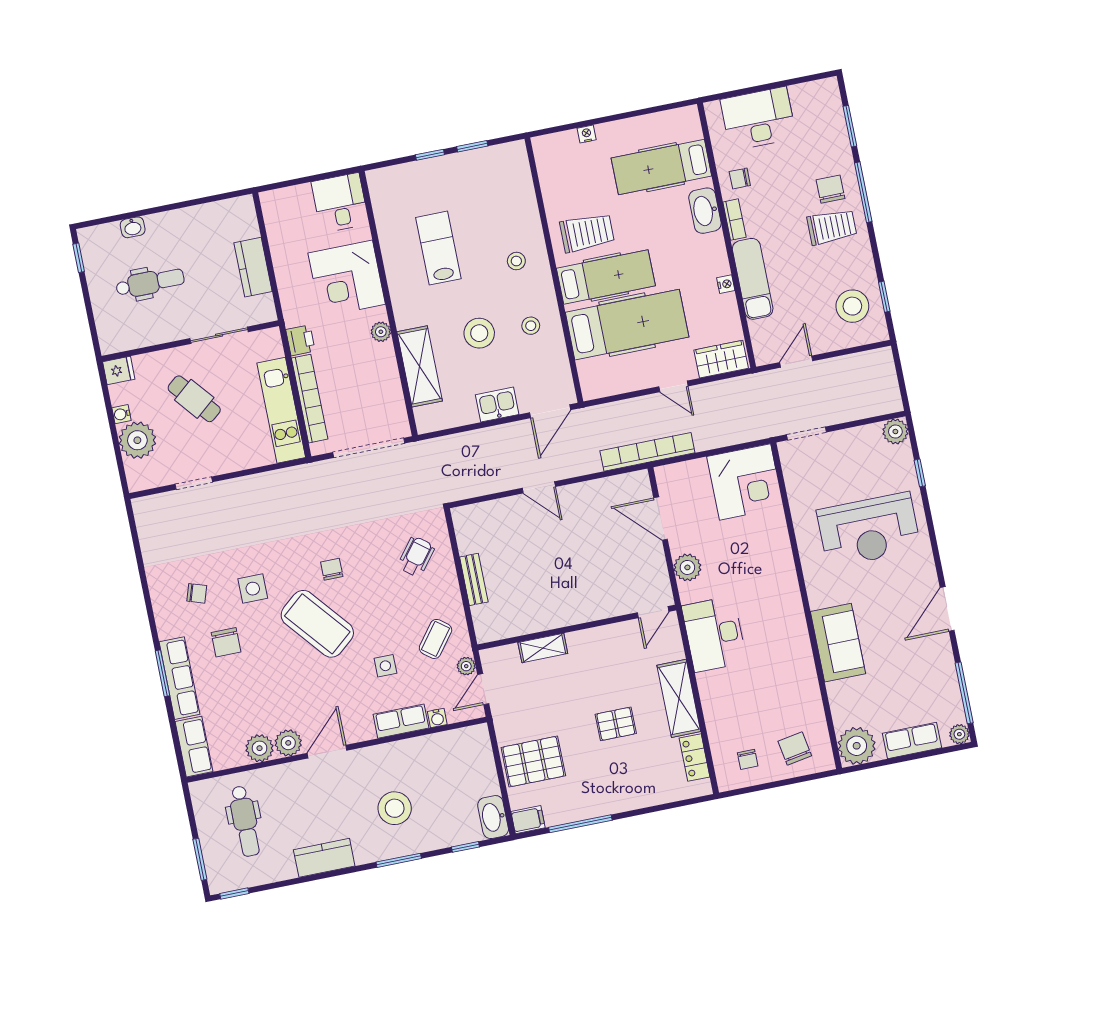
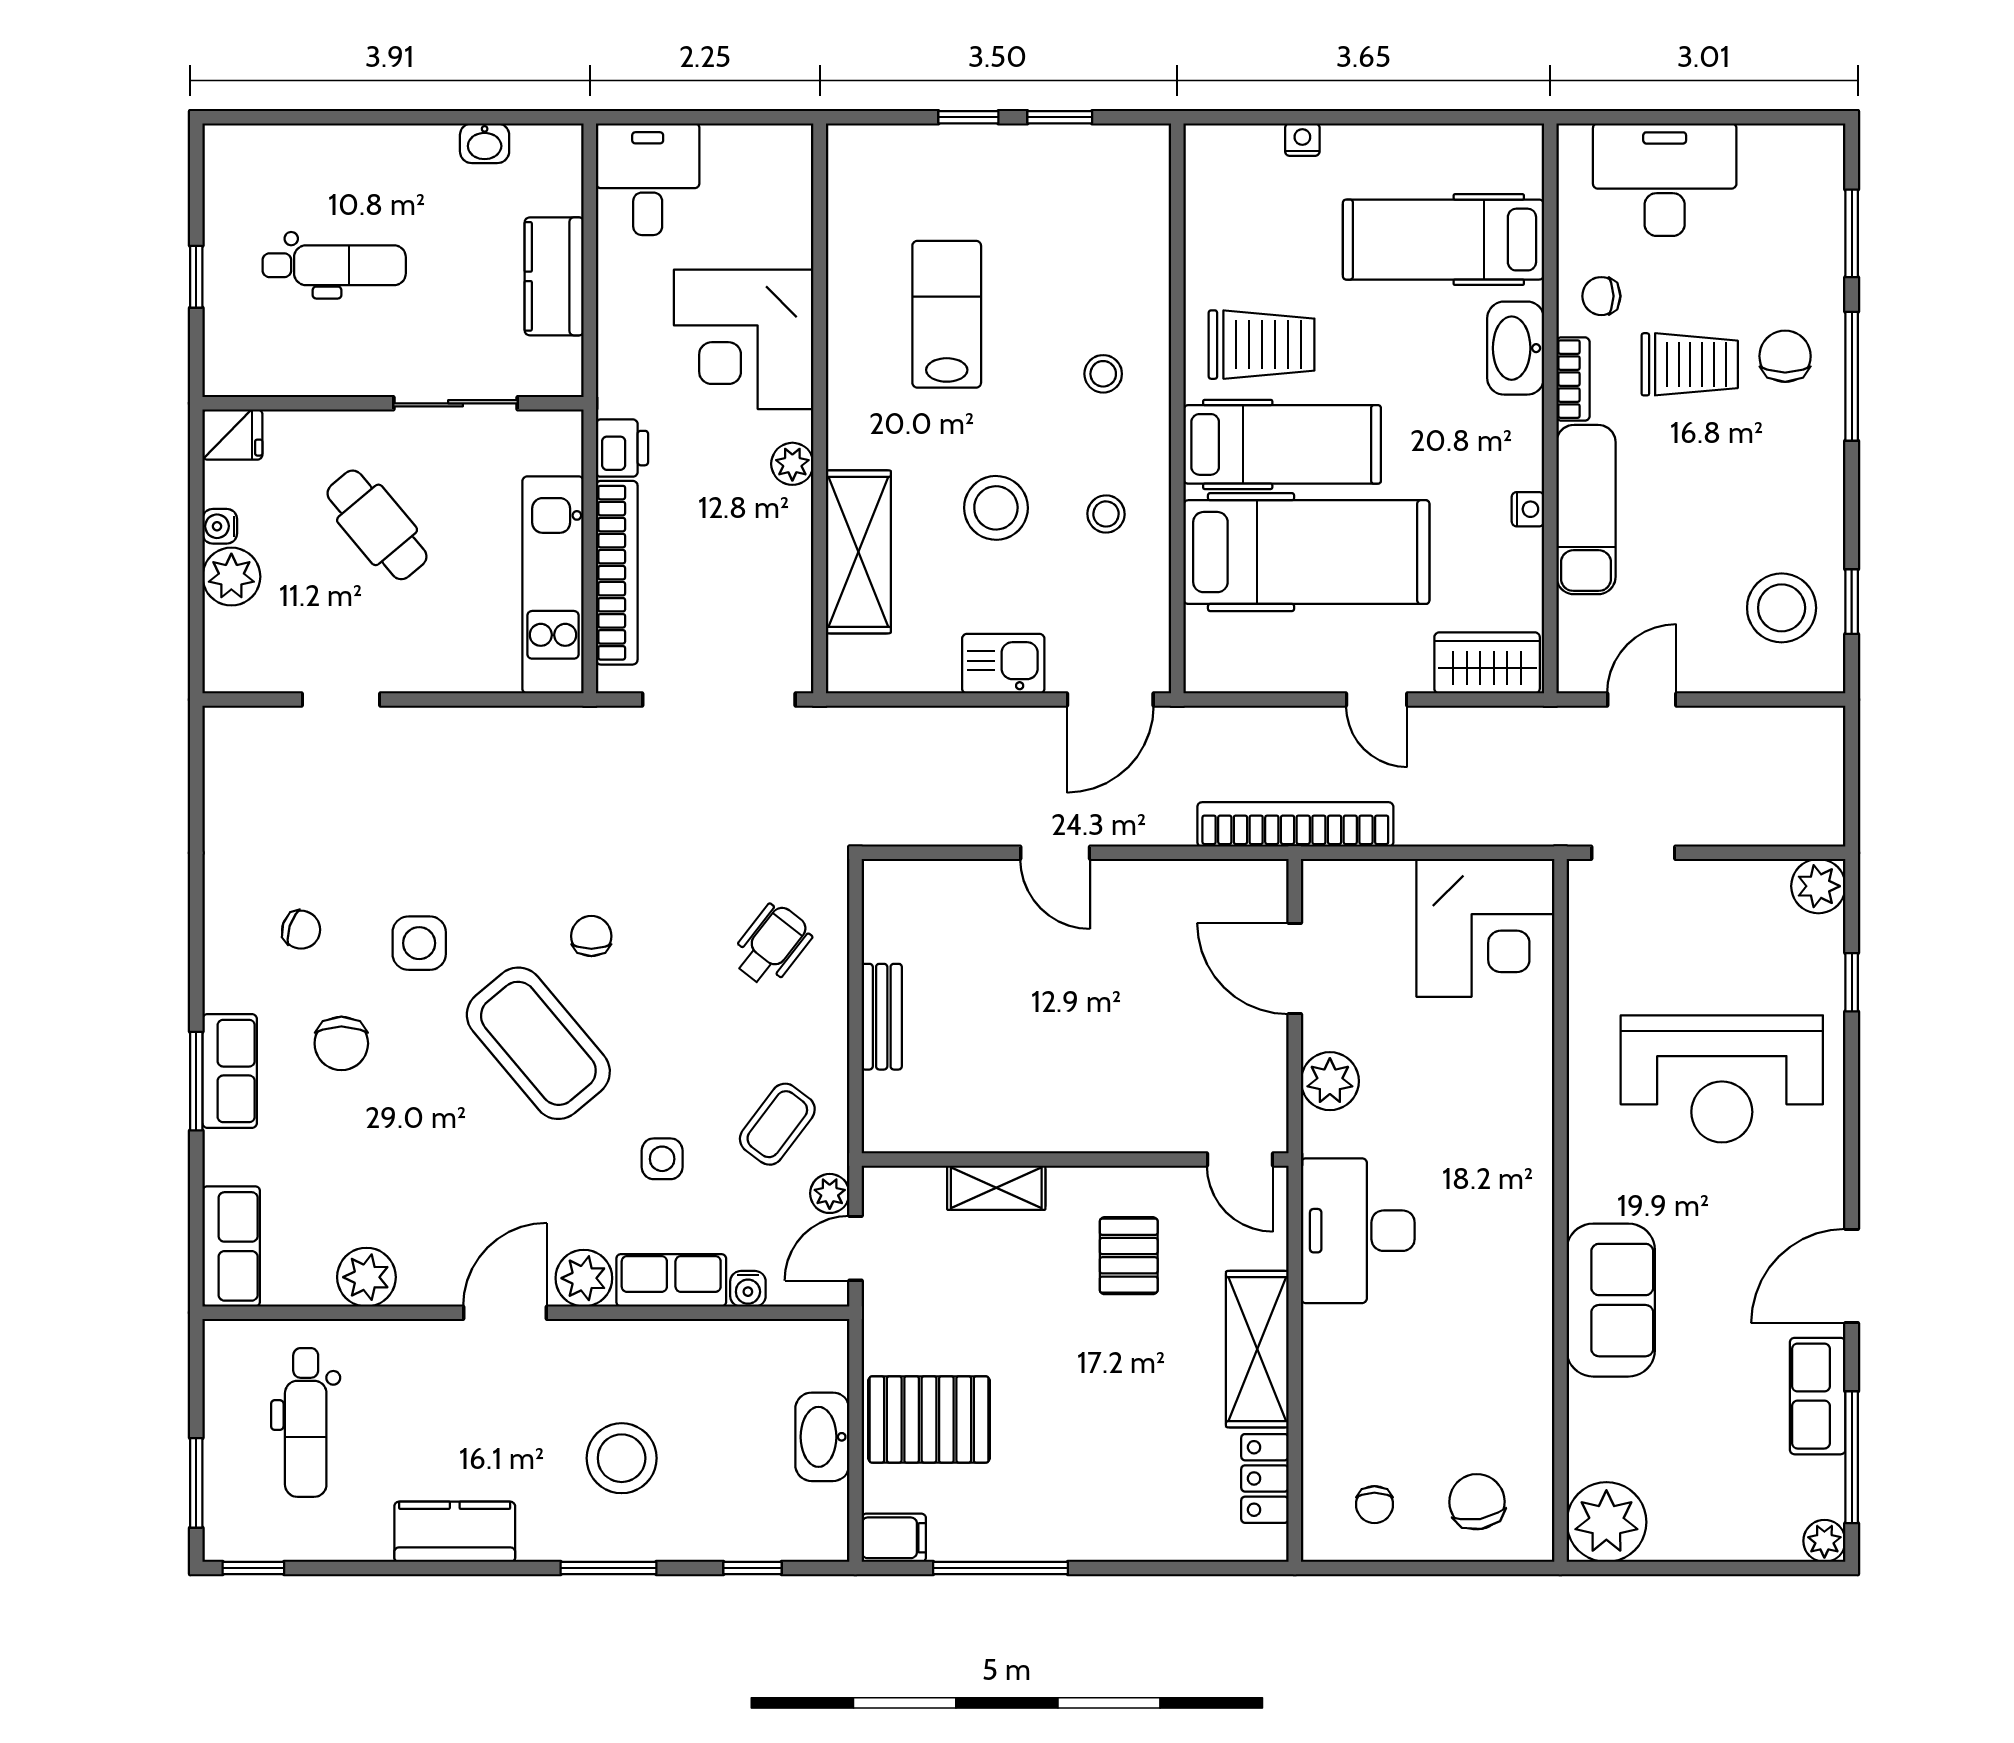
desk: (340, 203) -> (648, 179), moved
washbasin: (133, 227) -> (485, 143), moved
trolley: (832, 227) -> (1690, 364), moved
window: (79, 258) -> (196, 277), moved
plant: (137, 440) -> (231, 577), width x0.73, depth x0.73
door: (653, 612) -> (1240, 1159), hinge flipped
row of seats: (179, 678) -> (230, 1071), width x0.68
pallet: (616, 724) -> (1129, 1256), moved, turned 90
row of seats: (912, 740) -> (1818, 1396), moved, turned -90
plant: (288, 743) -> (584, 1278), moved
washbasin: (493, 817) -> (822, 1437), moved

